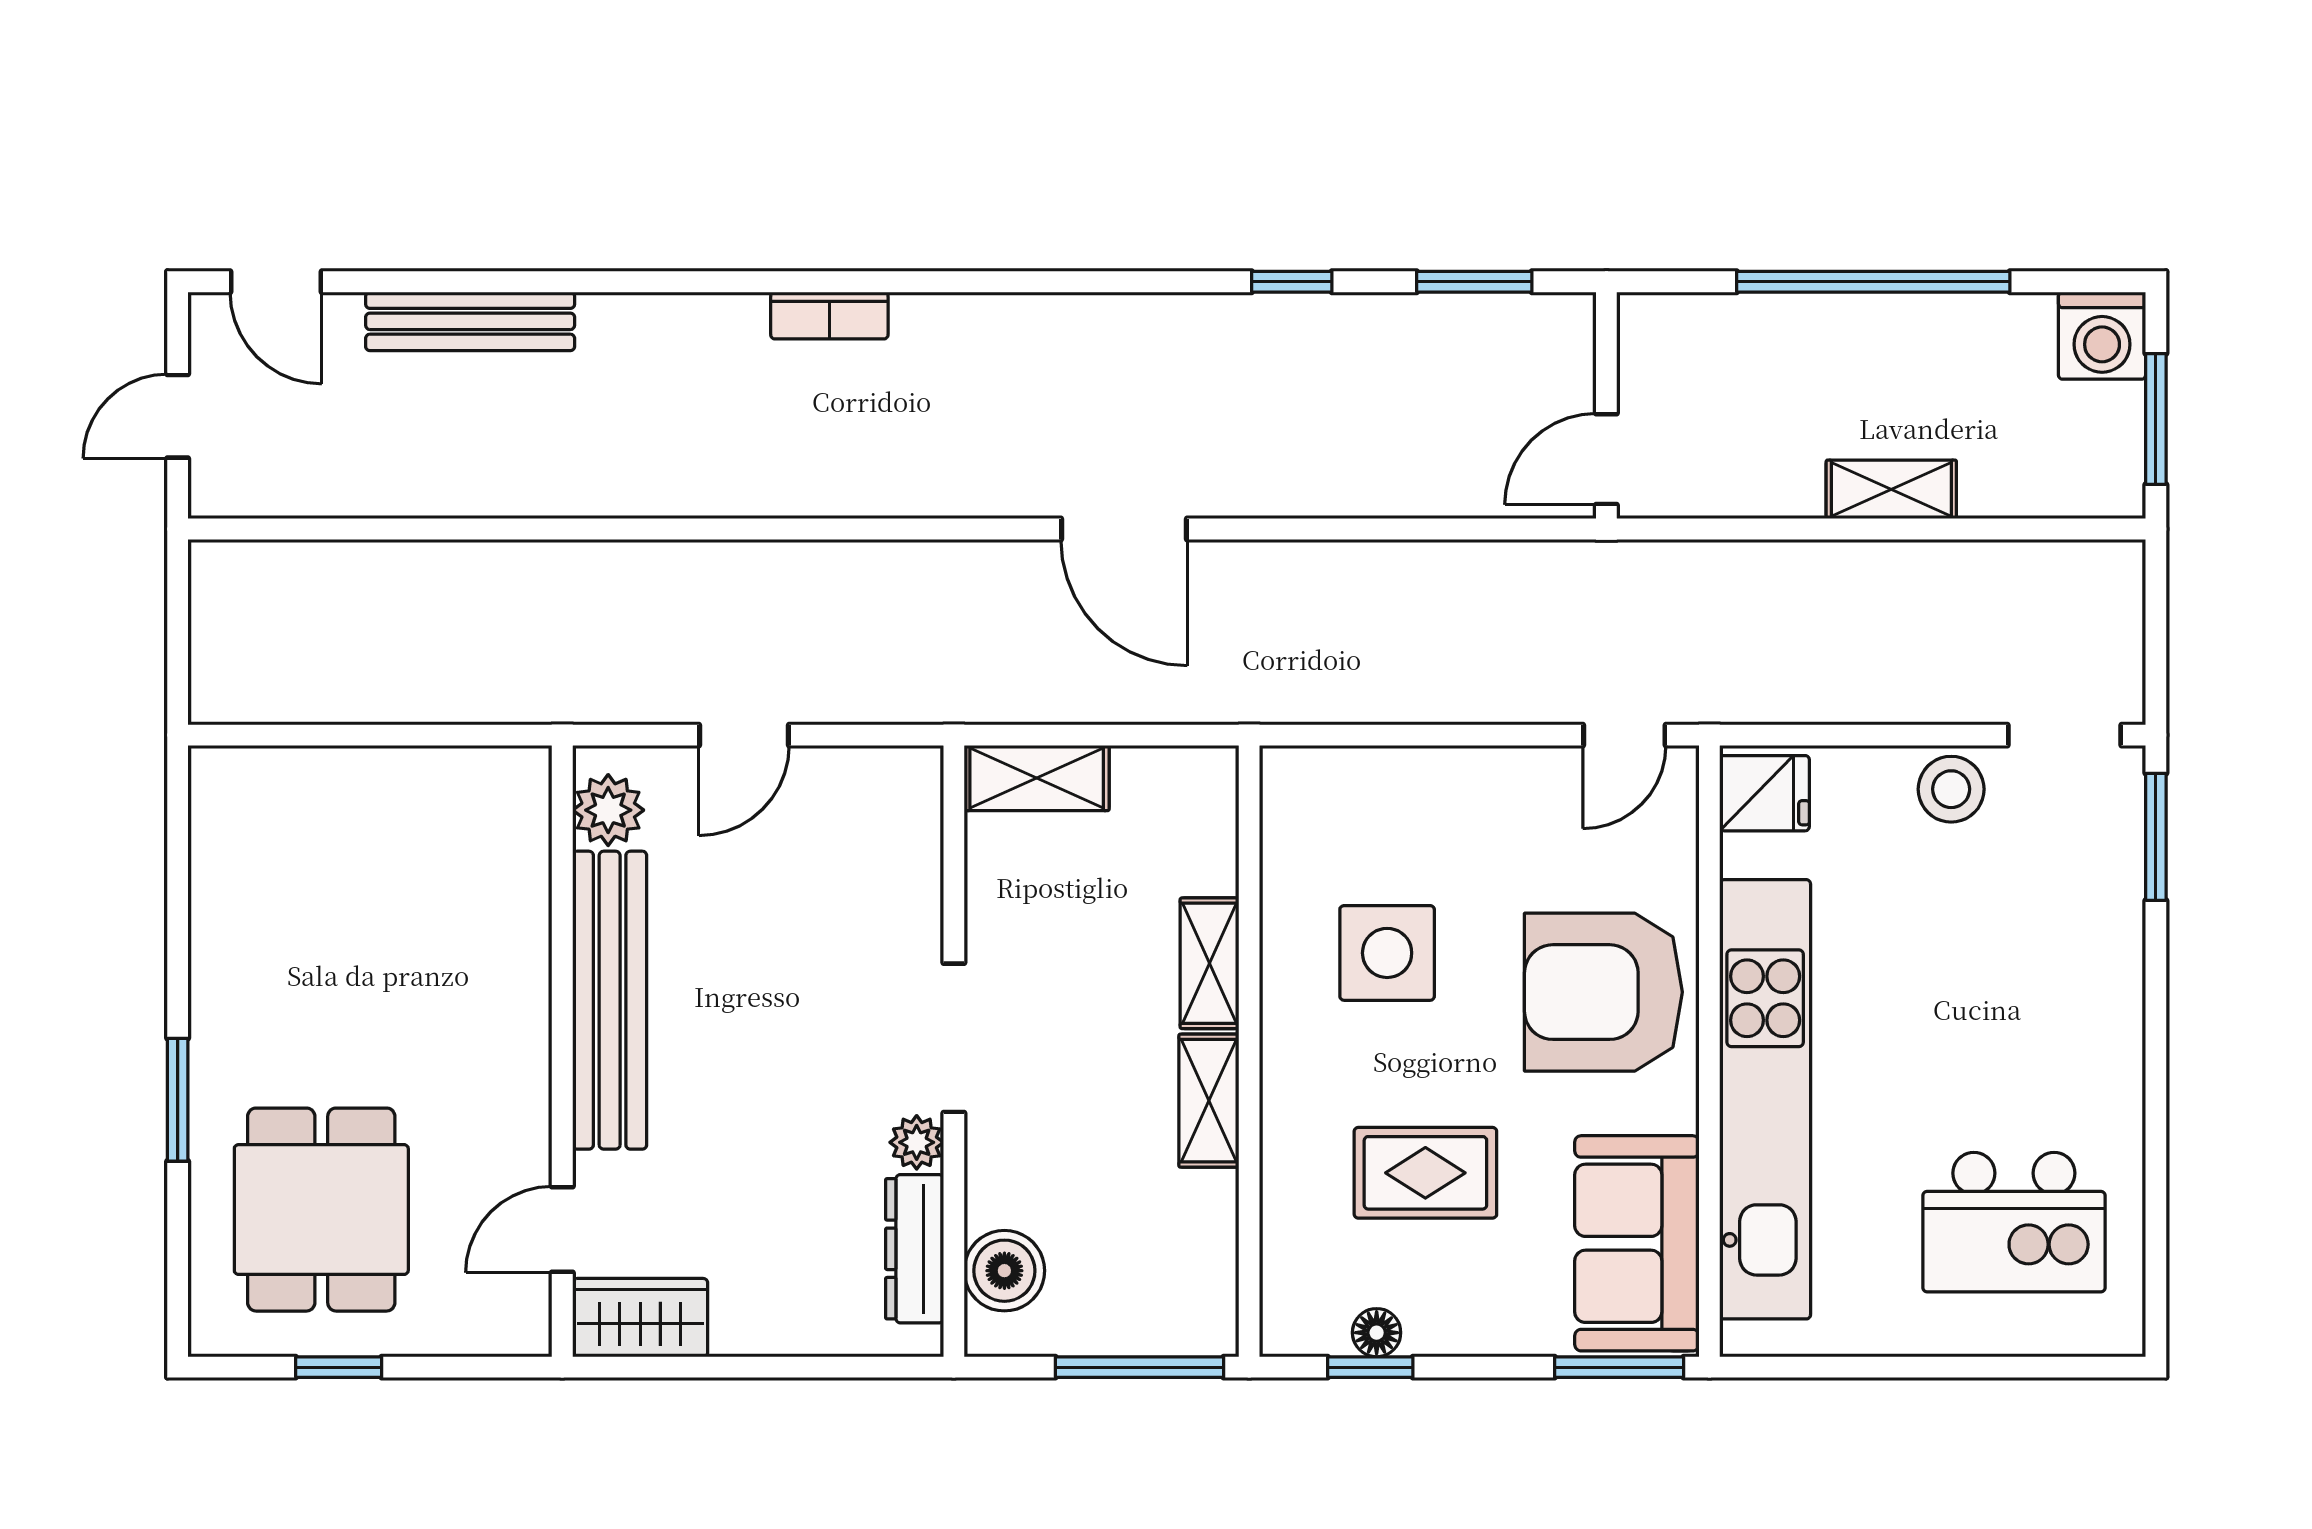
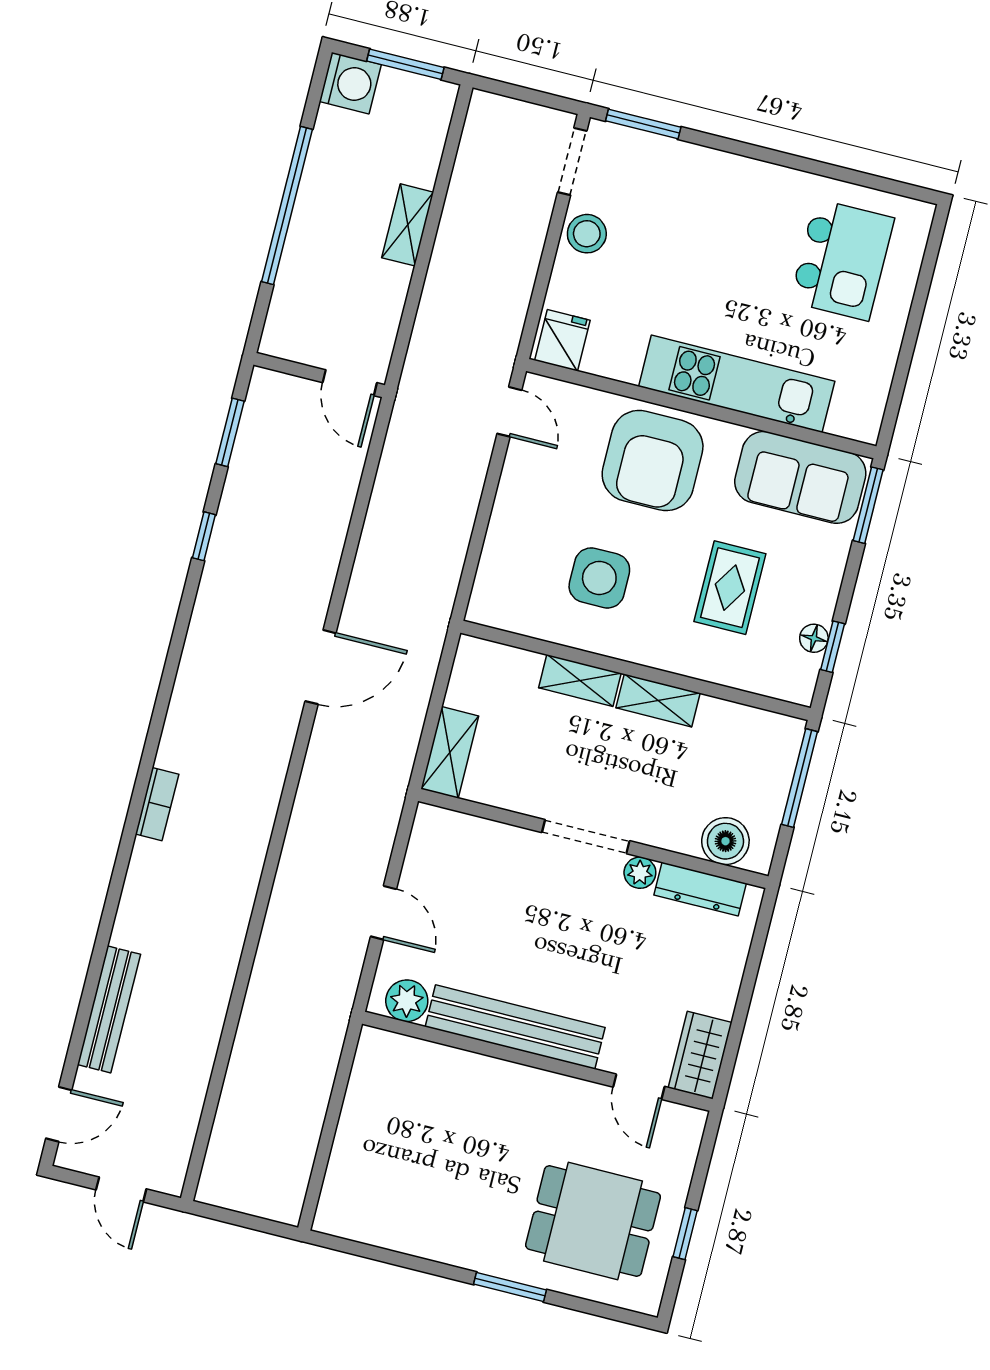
kitchen unit: (1765, 1099) -> (737, 384), width x0.73

